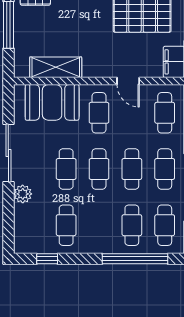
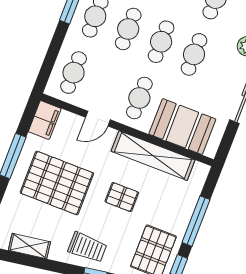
pallet: (81, 21) -> (122, 197), added
shelving: (56, 67) -> (153, 156), width x1.47
door: (128, 81) -> (98, 119), swing flipped

